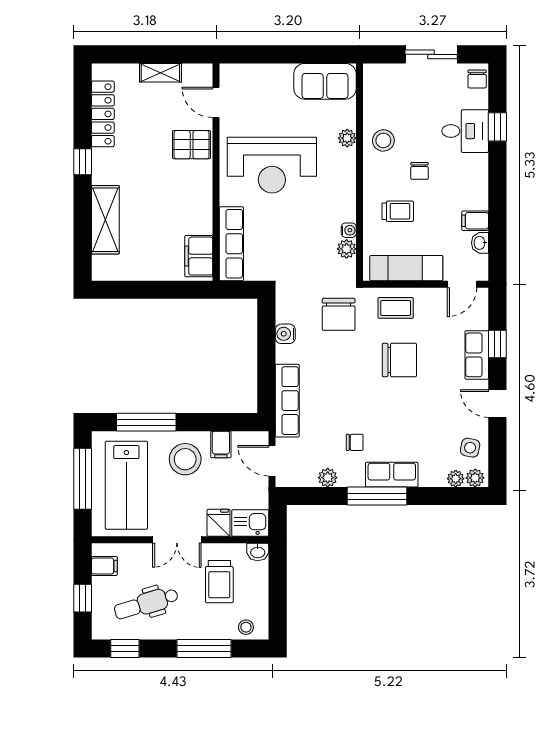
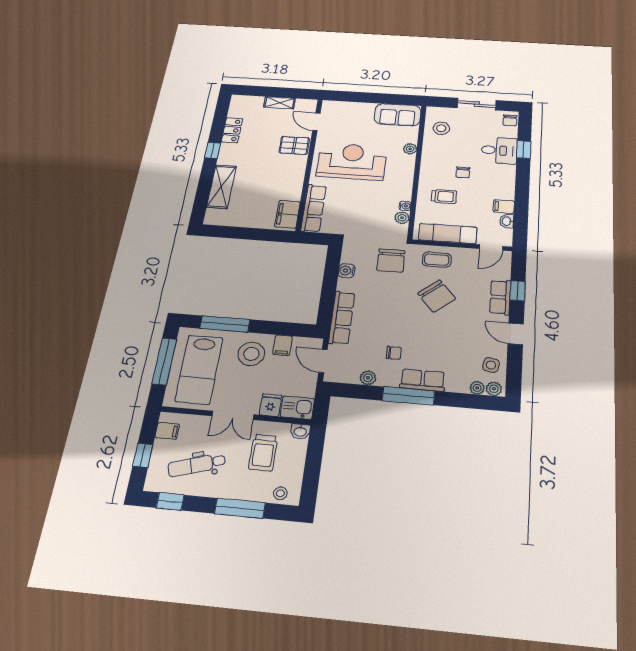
locker: (103, 114) -> (232, 130), width x0.66
stool: (383, 140) -> (441, 128), moved
reception desk: (272, 165) -> (352, 162), turned 180
chair: (399, 360) -> (437, 296), turned 50

